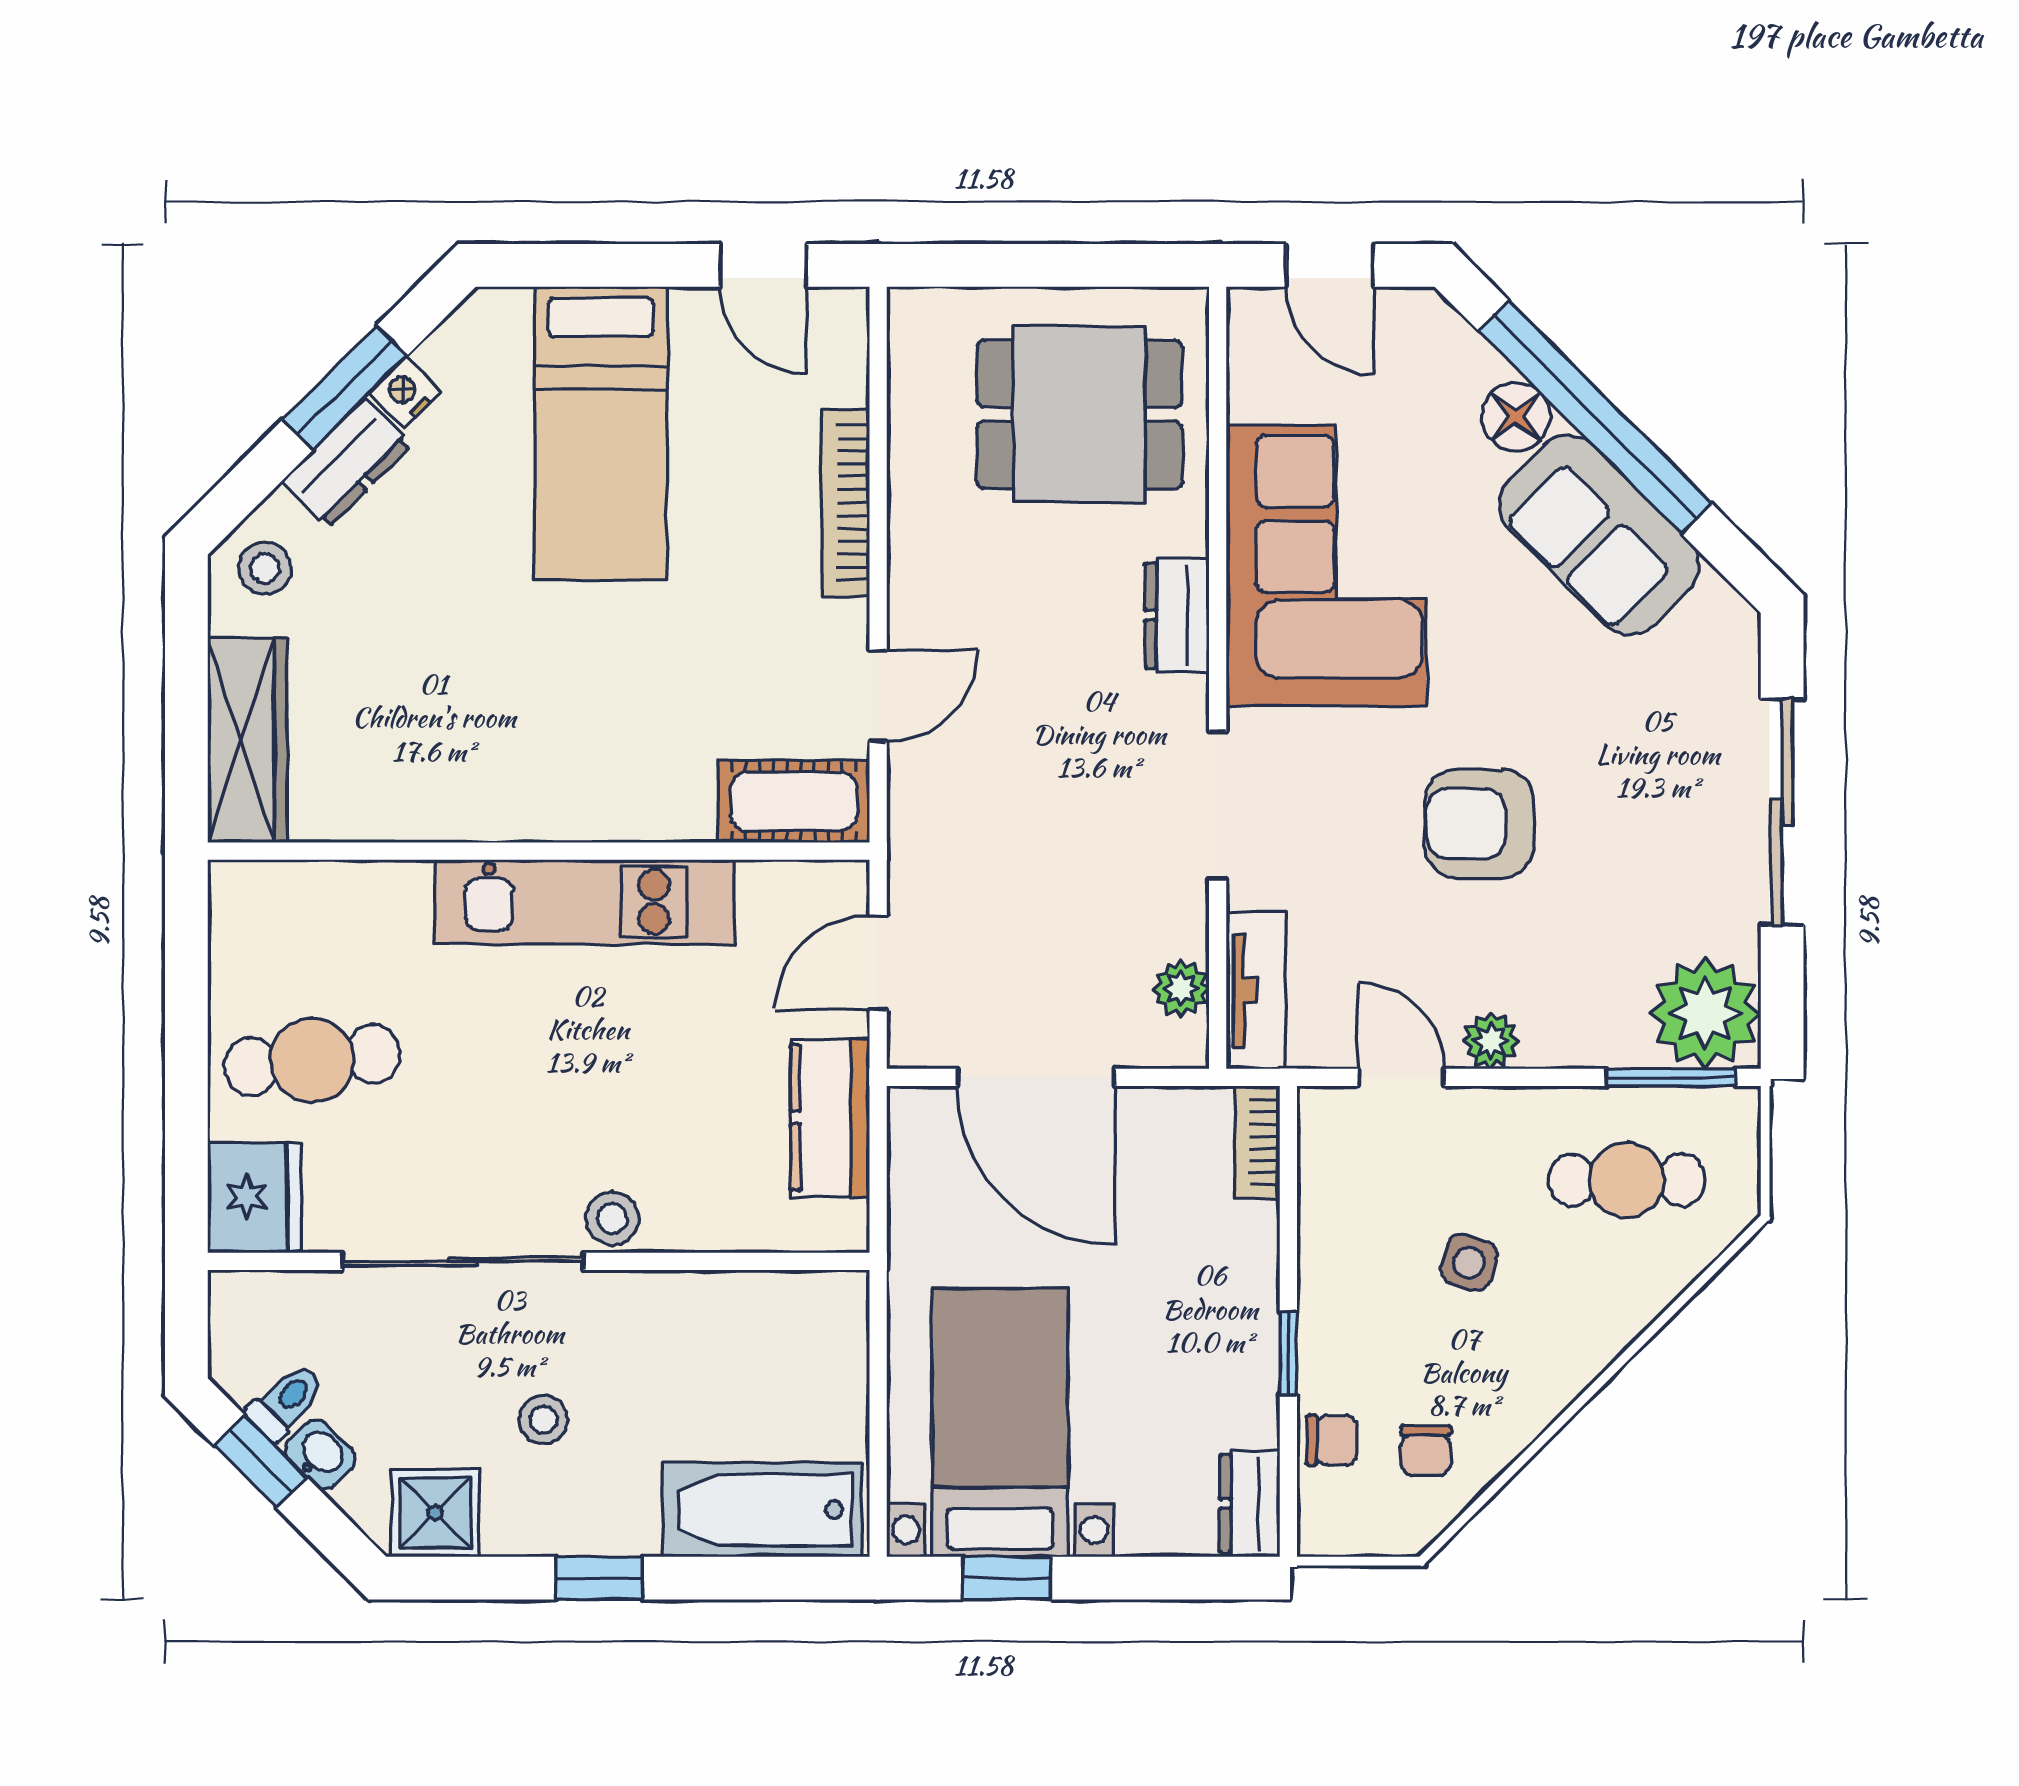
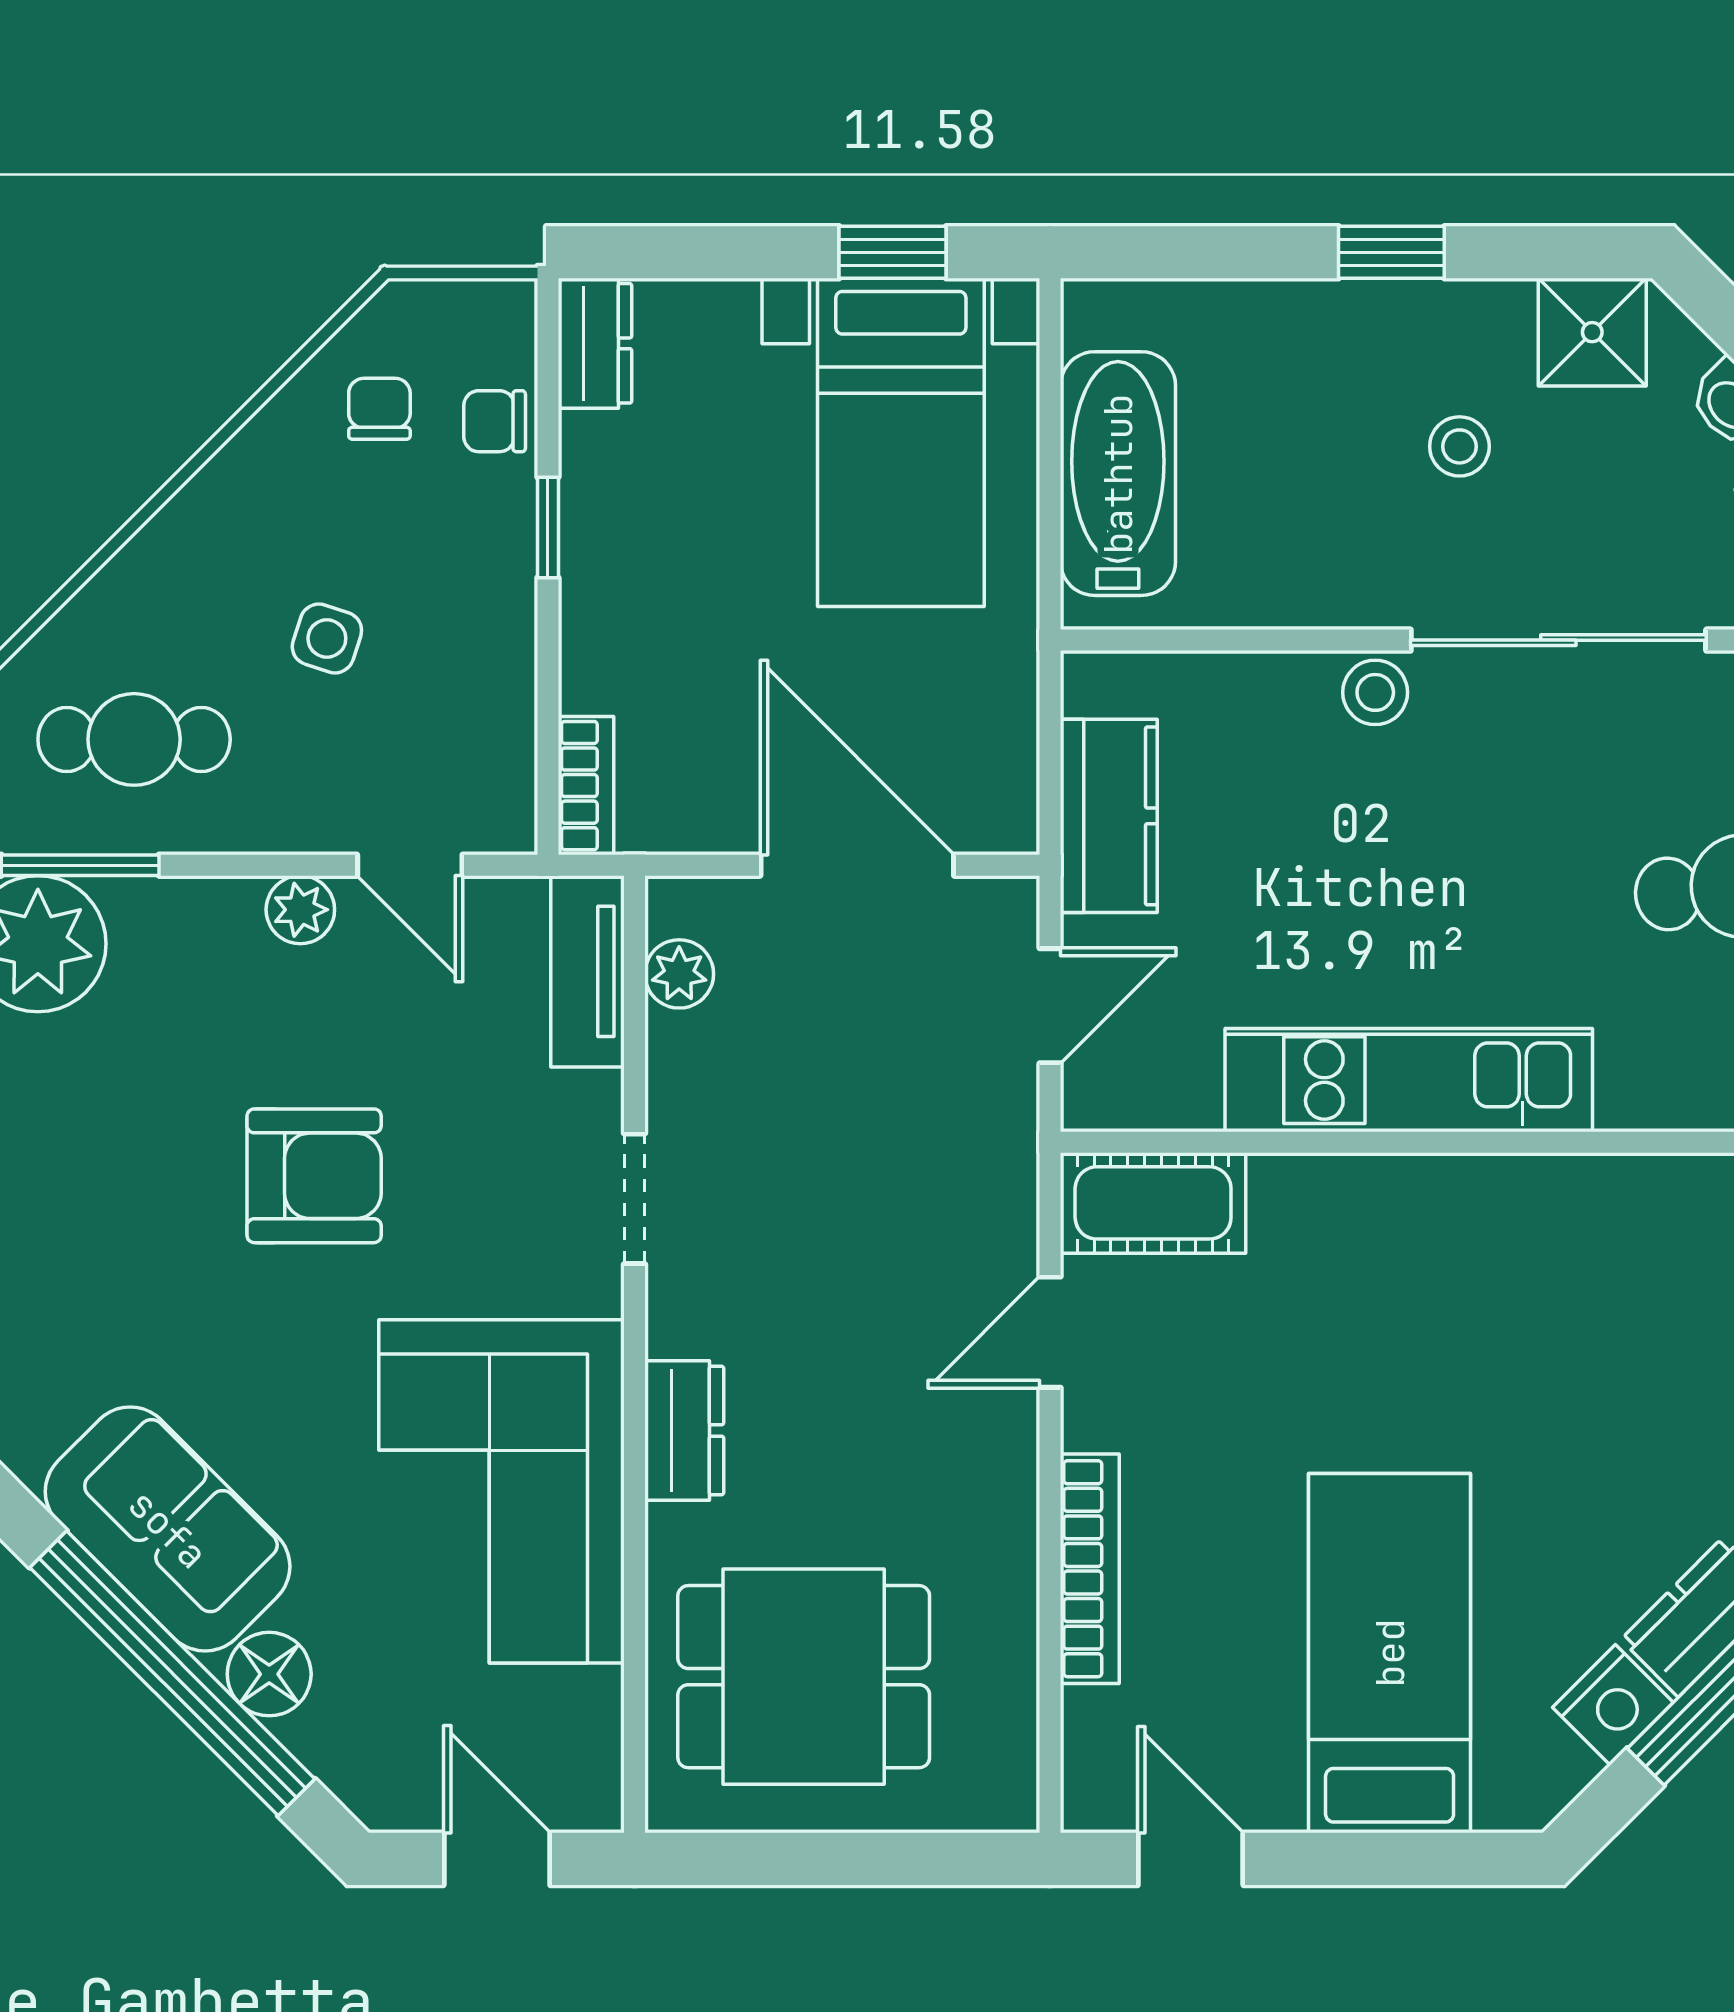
nightstand: (405, 392) -> (1613, 1705), width x1.39, depth x1.35
doorway: (1218, 805) -> (635, 1199), width x0.73
bathtub: (762, 1510) -> (1118, 474), moved, turned -90

